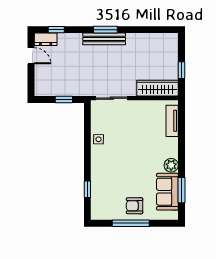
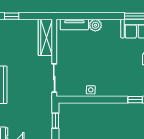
window: (181, 70) -> (12, 16), moved
plant: (171, 165) -> (95, 25), moved

